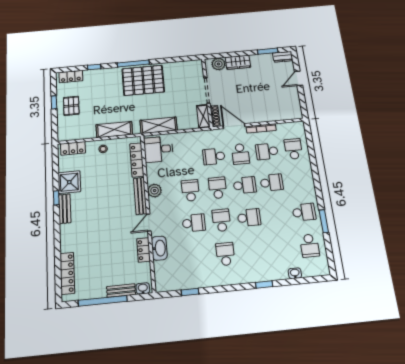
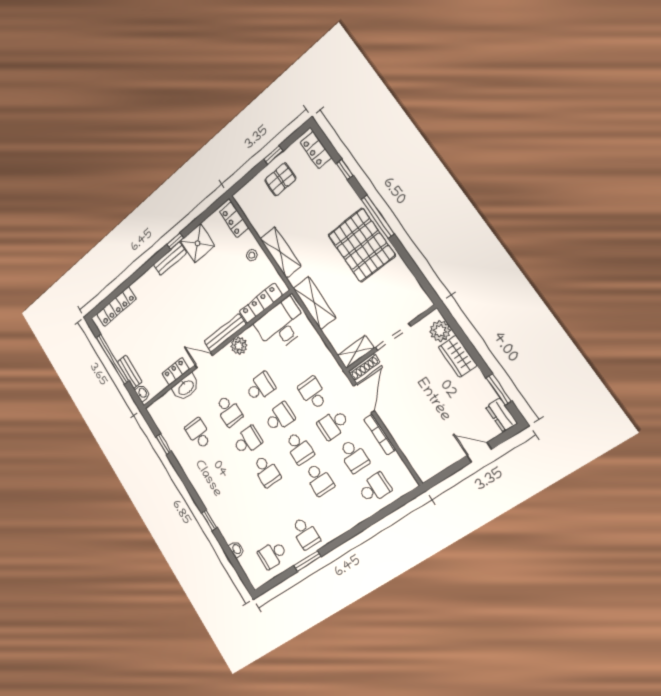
desk: (158, 149) -> (281, 325), width x1.37
school desk: (267, 151) -> (354, 456), turned 180
school desk: (225, 254) -> (198, 433), moved, turned -90

